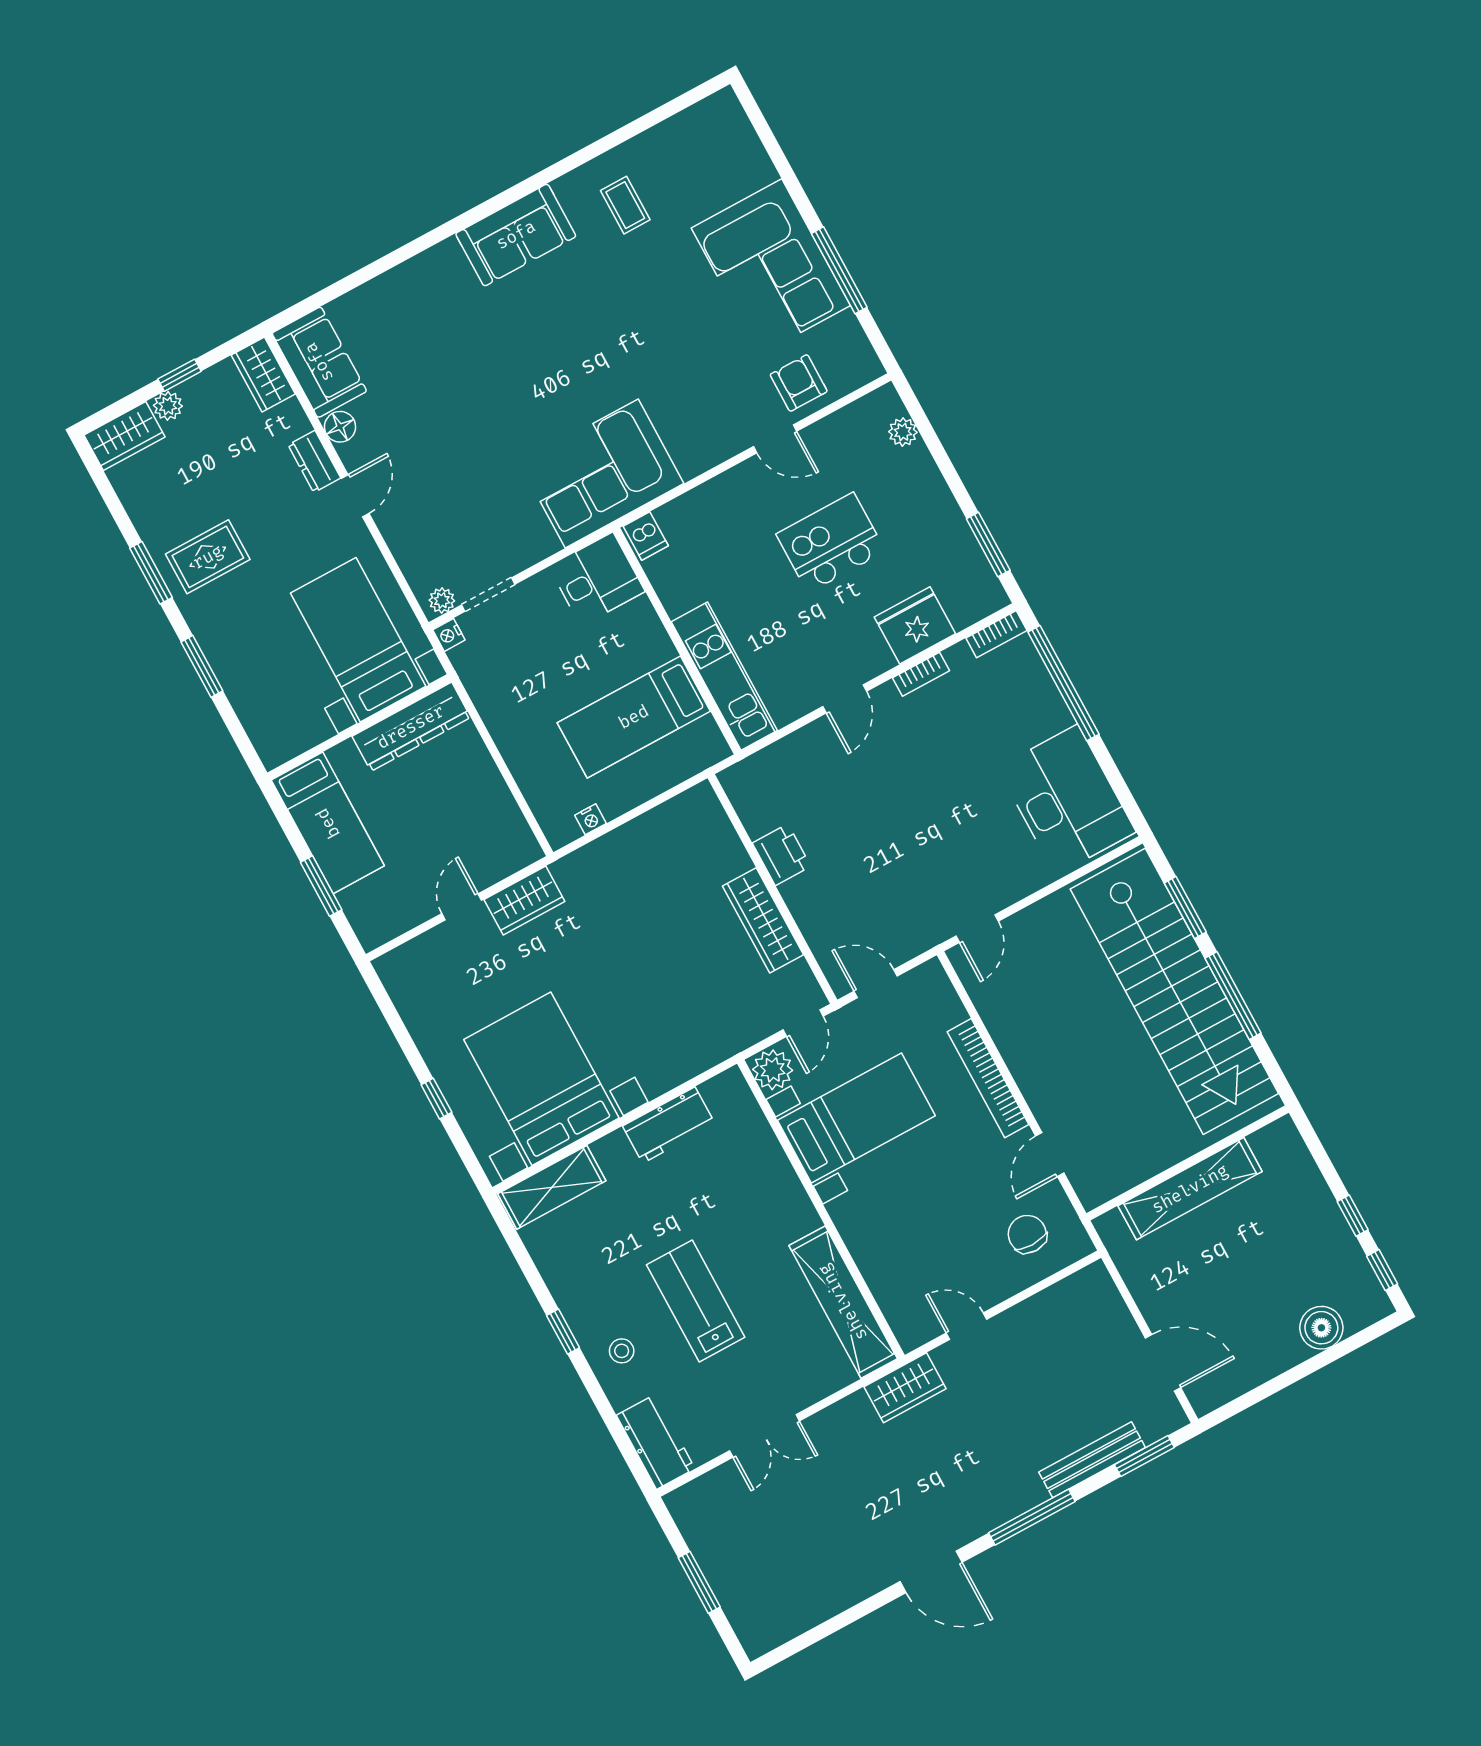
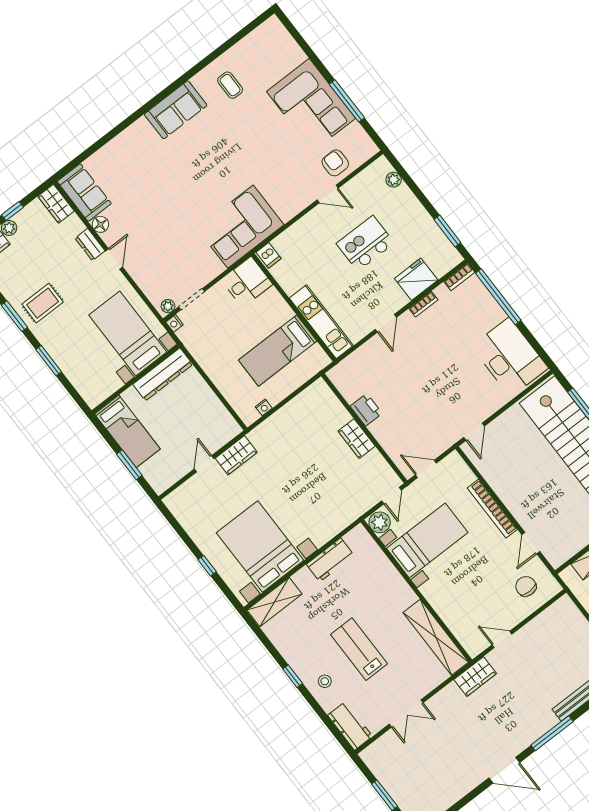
wardrobe: (763, 920) -> (357, 439), width x0.67

